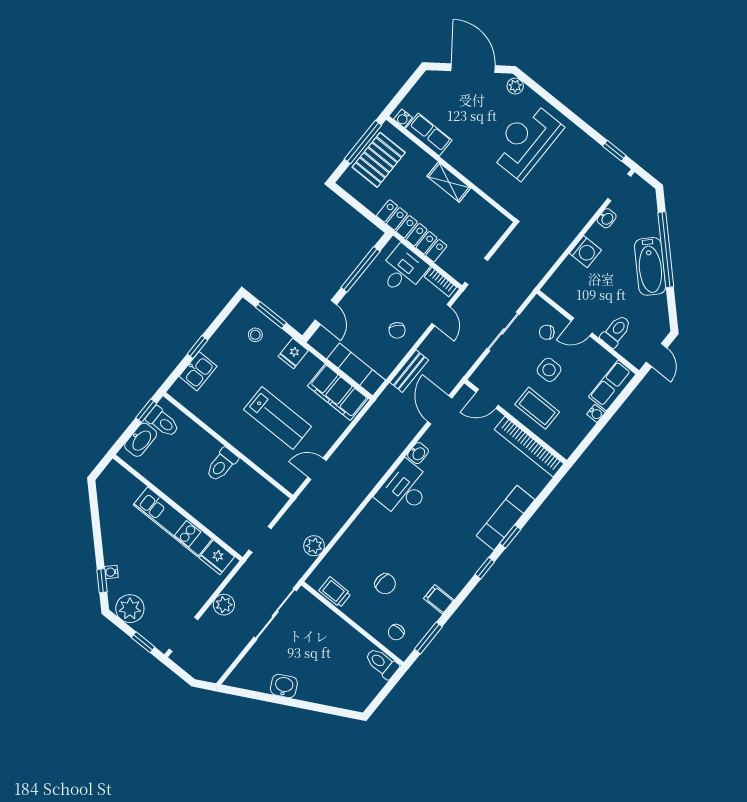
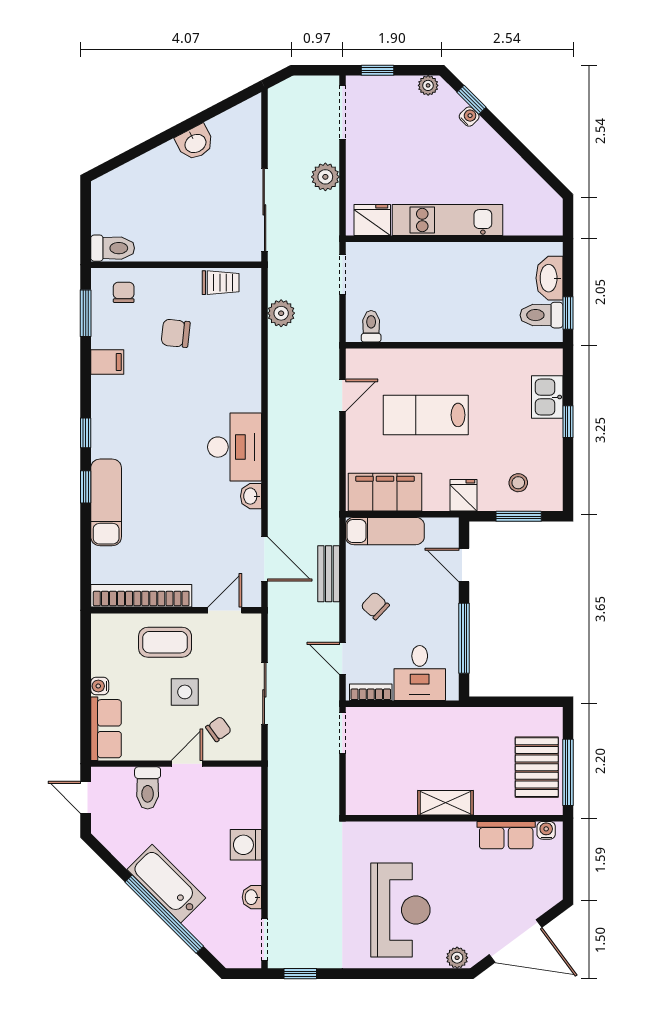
locker: (412, 231) -> (443, 721), removed
toilet: (222, 465) -> (371, 326), moved, width x0.73, depth x0.72
plant: (130, 609) -> (428, 85), width x0.53, depth x0.53

